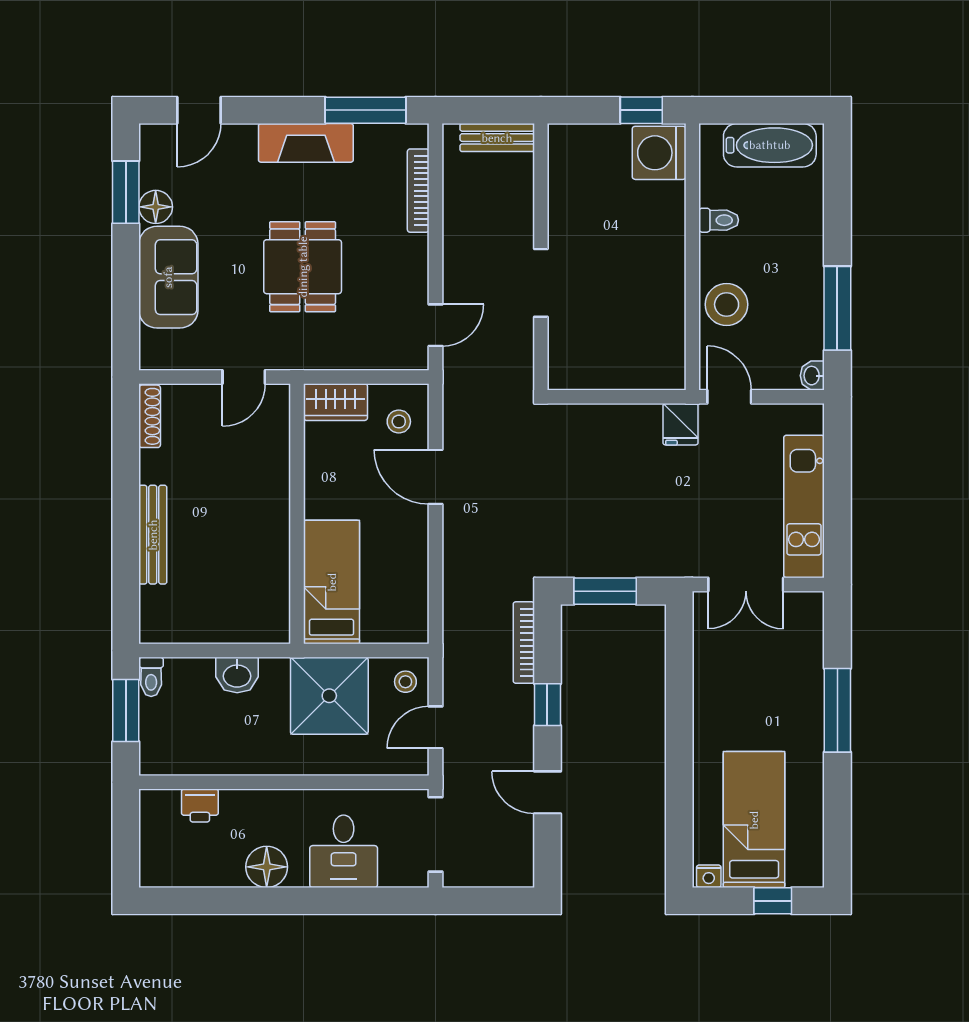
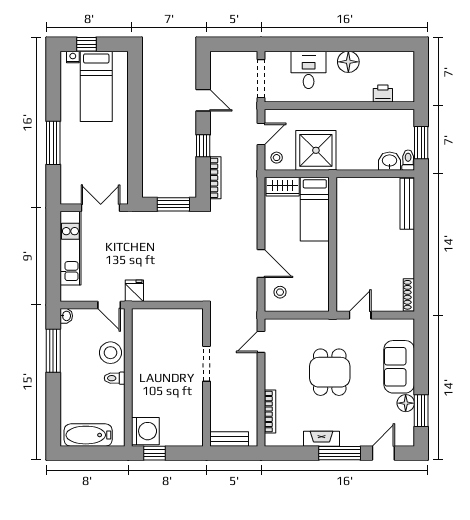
window: (365, 110) -> (340, 453), moved
fireplace: (306, 143) -> (321, 439), width x0.73, depth x0.76
toilet: (719, 220) -> (115, 378), moved
wardrobe: (335, 402) -> (283, 187), moved, turned 180
bench: (153, 535) -> (407, 204), moved
washbasin: (237, 675) -> (390, 161), moved
nightstand: (709, 876) -> (73, 57), moved

